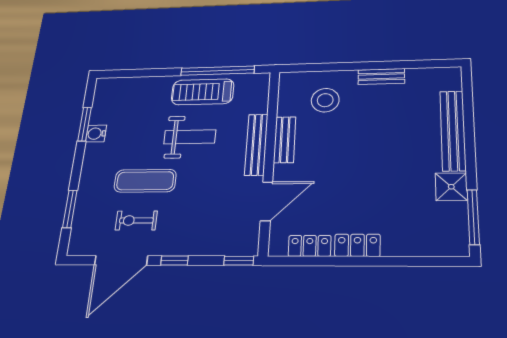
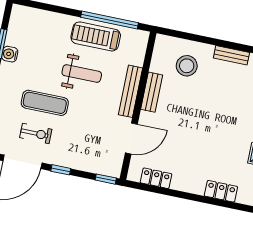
exercise bike: (136, 220) -> (36, 133), turned 180
locker: (357, 245) -> (221, 191), moved

